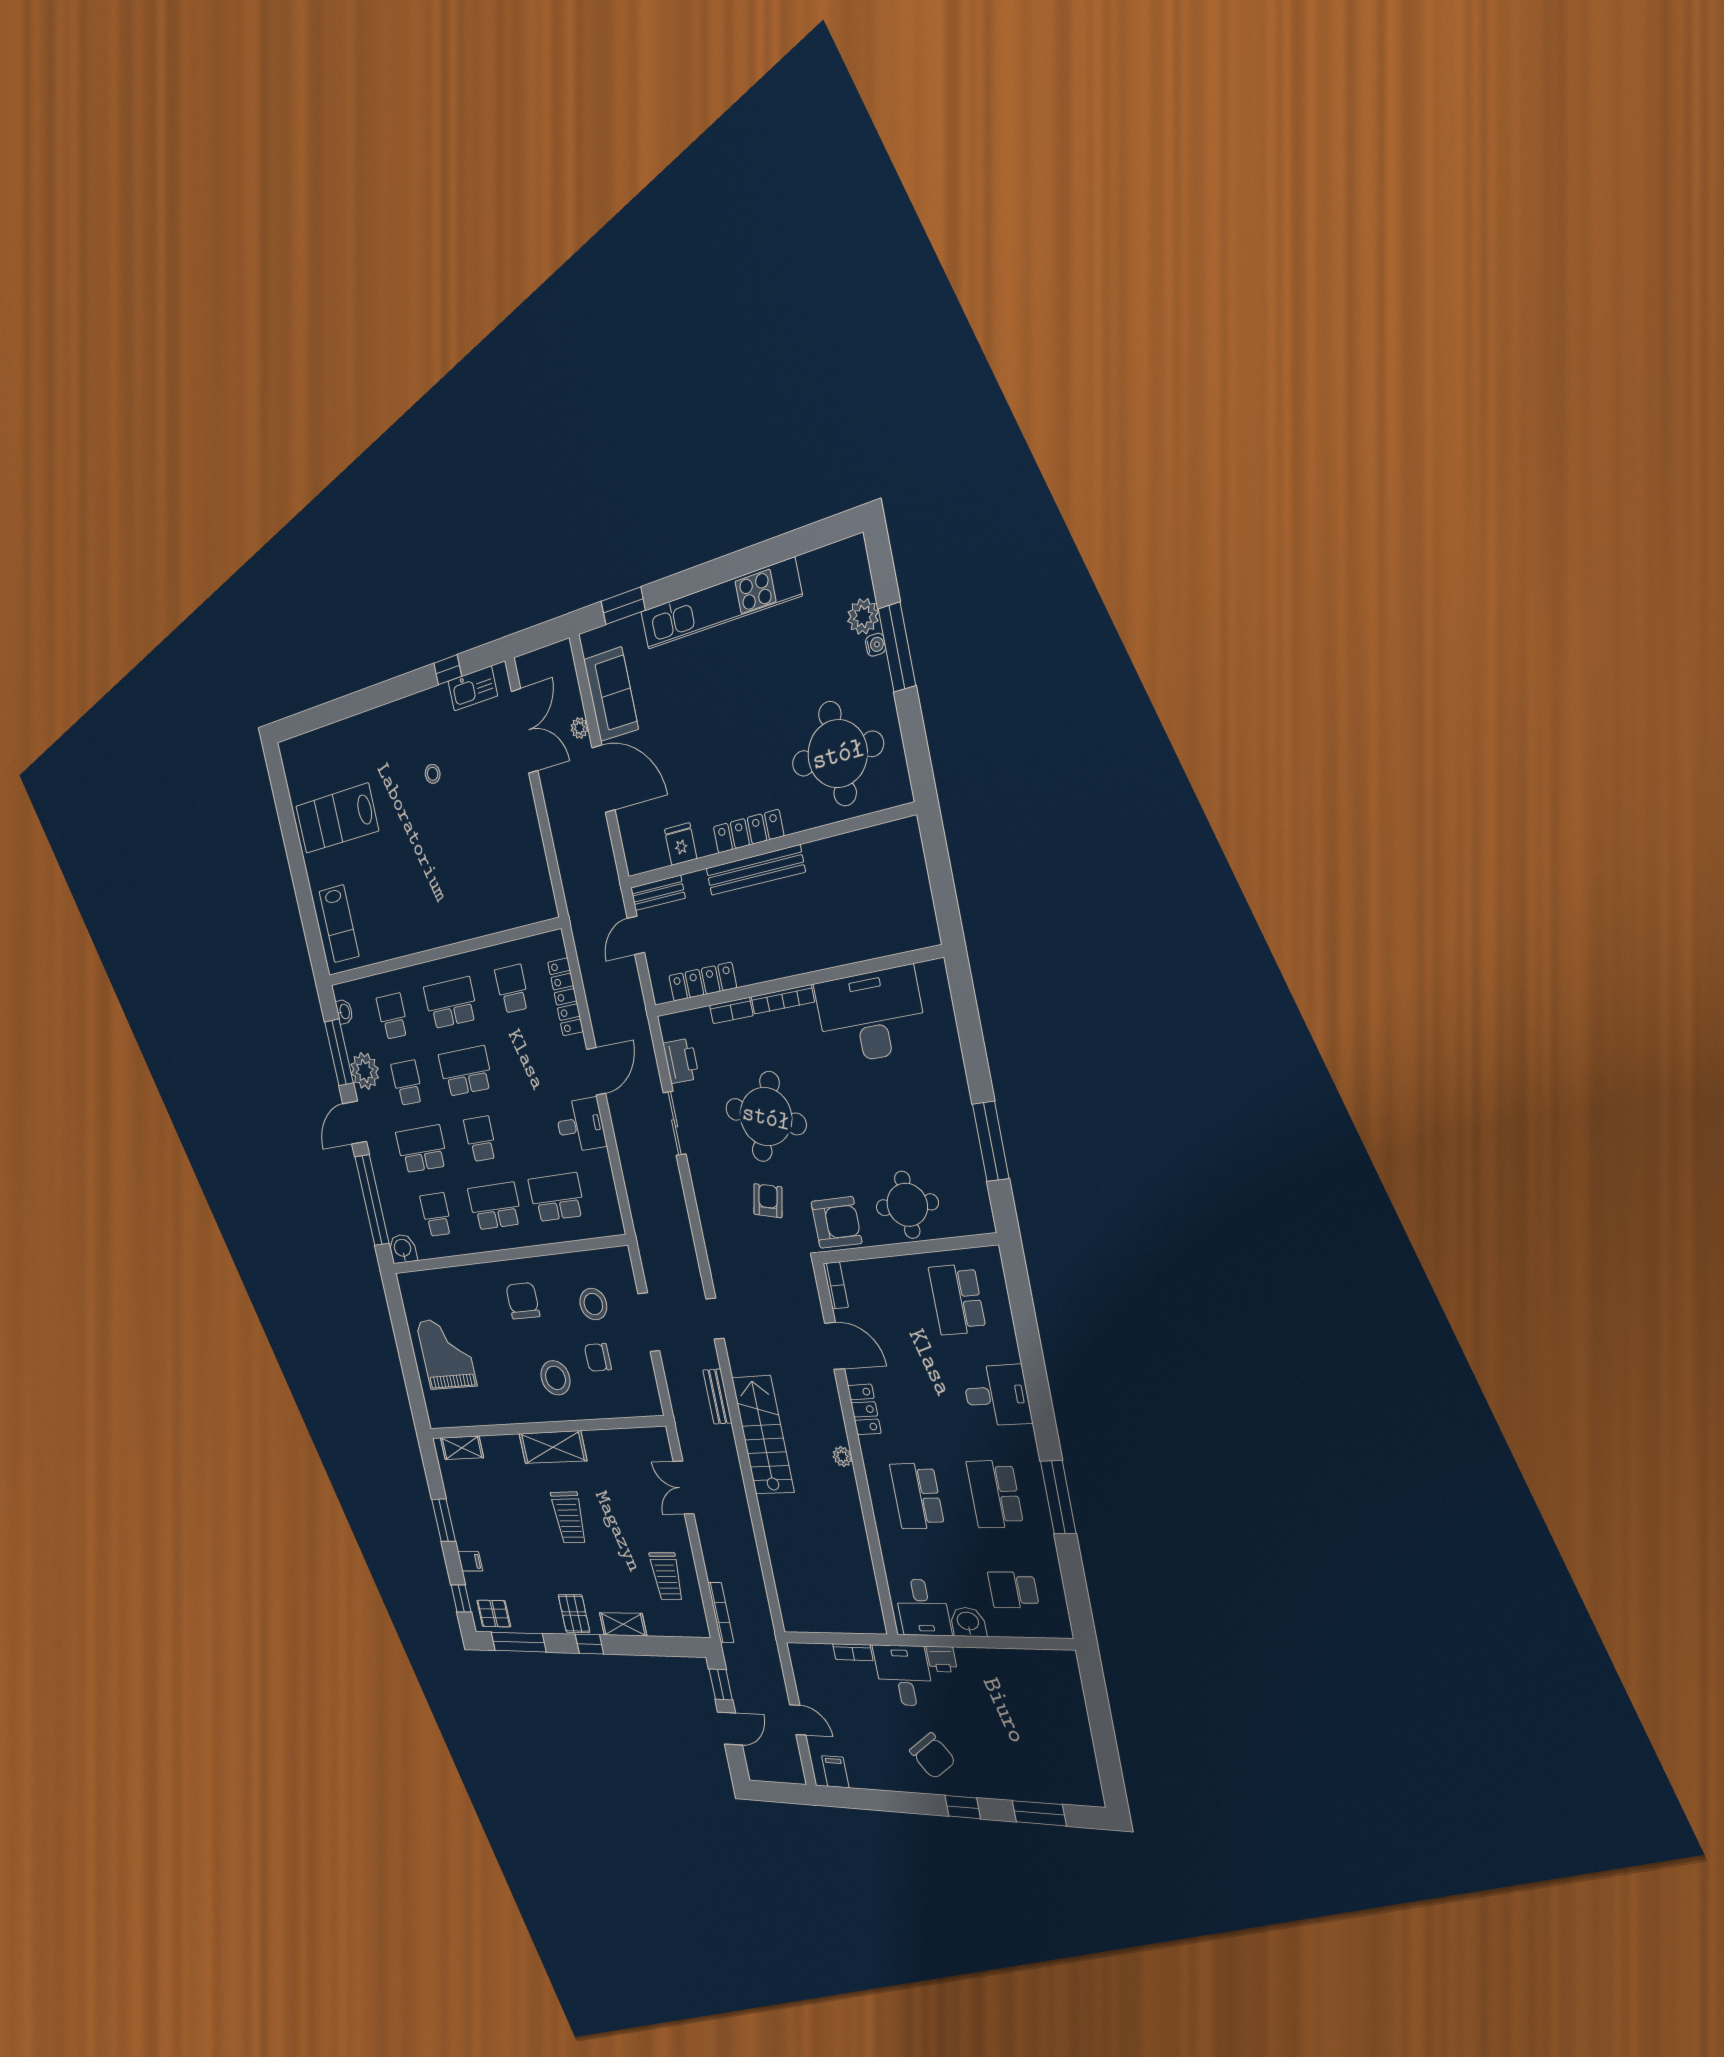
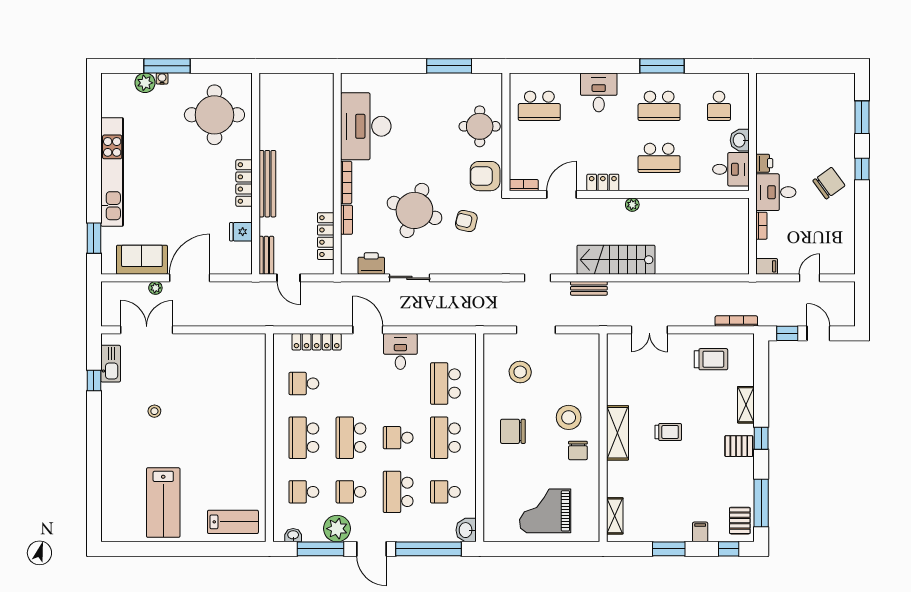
armchair: (836, 1222) -> (485, 176), turned -90
chair: (598, 1357) -> (578, 451), moved
trolley: (569, 1517) -> (668, 432), width x0.73, depth x0.72
filing cabinet: (835, 1772) -> (767, 266), moved, turned 180

